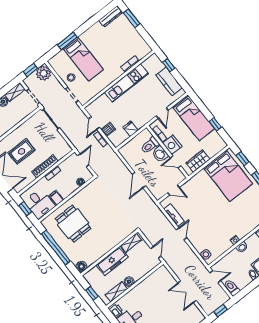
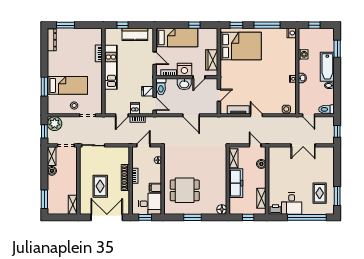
door: (94, 123) -> (122, 115), hinge flipped
door: (125, 143) -> (155, 104), added
toilet: (150, 145) -> (161, 87), moved
door: (83, 160) -> (143, 145), hinge flipped
window: (56, 248) -> (192, 217), width x0.47
door: (215, 277) -> (309, 115), swing flipped
boiler: (129, 282) -> (261, 164), moved

